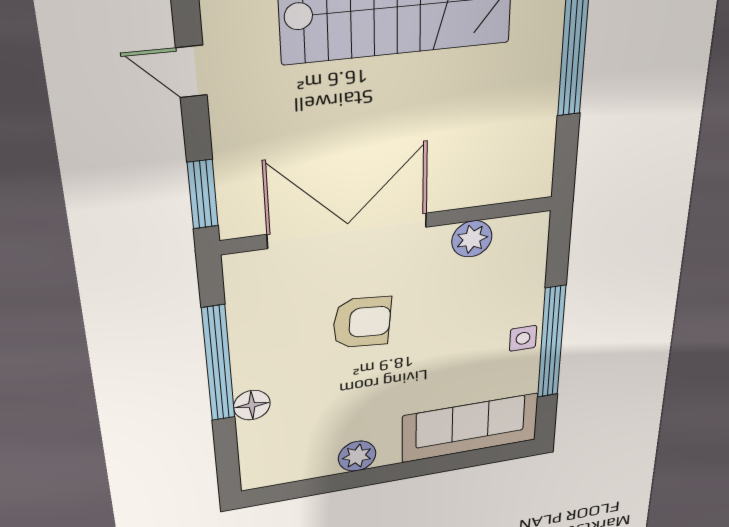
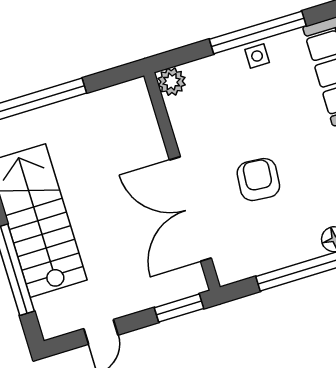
plant: (472, 239) -> (172, 82), moved

